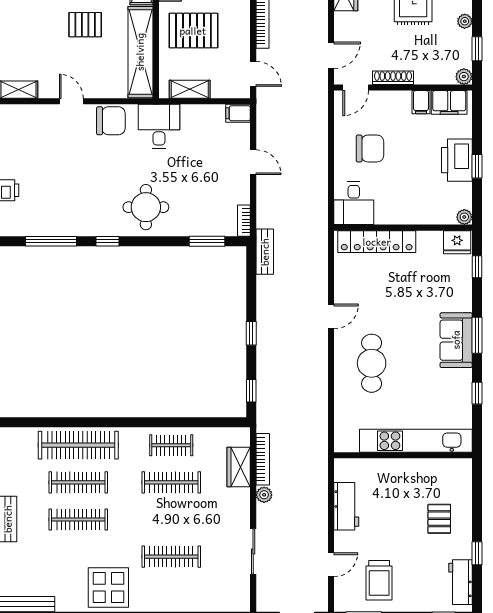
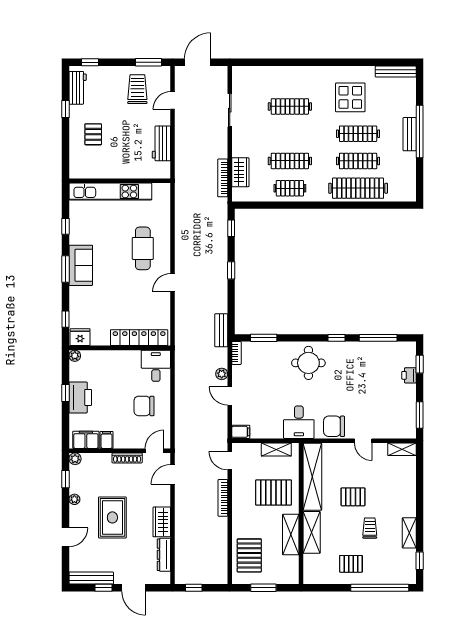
plant: (264, 495) -> (222, 374), moved
display table: (108, 588) -> (350, 97), moved

